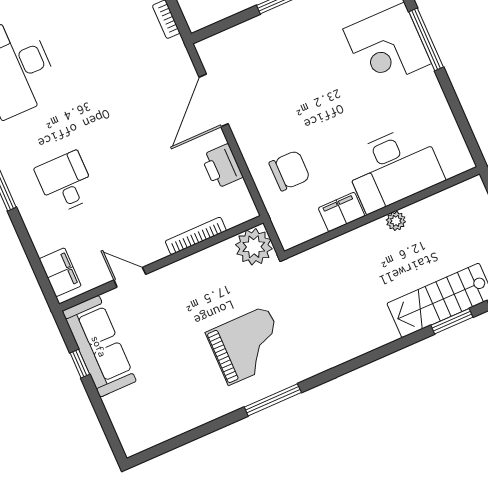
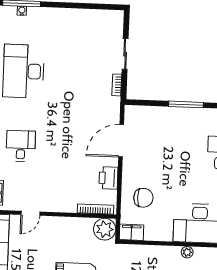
filing cabinet: (342, 212) -> (131, 232), moved
bookcase: (196, 236) -> (95, 209), moved
door: (130, 277) -> (30, 213), swing flipped

